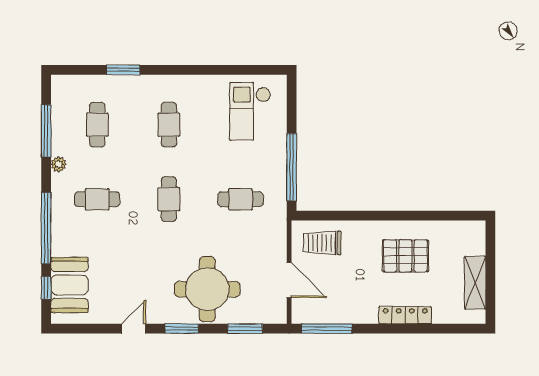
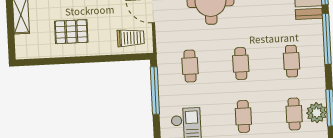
plant: (59, 164) -> (317, 113), moved, width x1.88, depth x1.88
cafe table: (97, 199) -> (292, 61), turned 90
cafe table: (241, 199) -> (190, 66), turned 90

